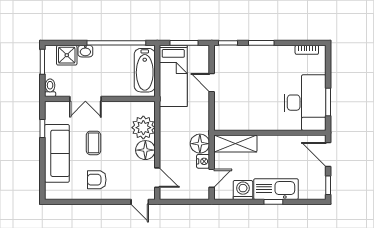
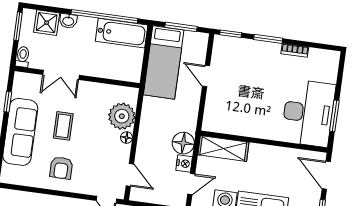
bookcase: (307, 50) -> (295, 50), moved
bathtub: (145, 70) -> (122, 33), moved, turned -90
floor lamp: (145, 150) -> (126, 138), width x0.53, depth x0.53
armchair: (97, 180) -> (61, 168), turned -90

